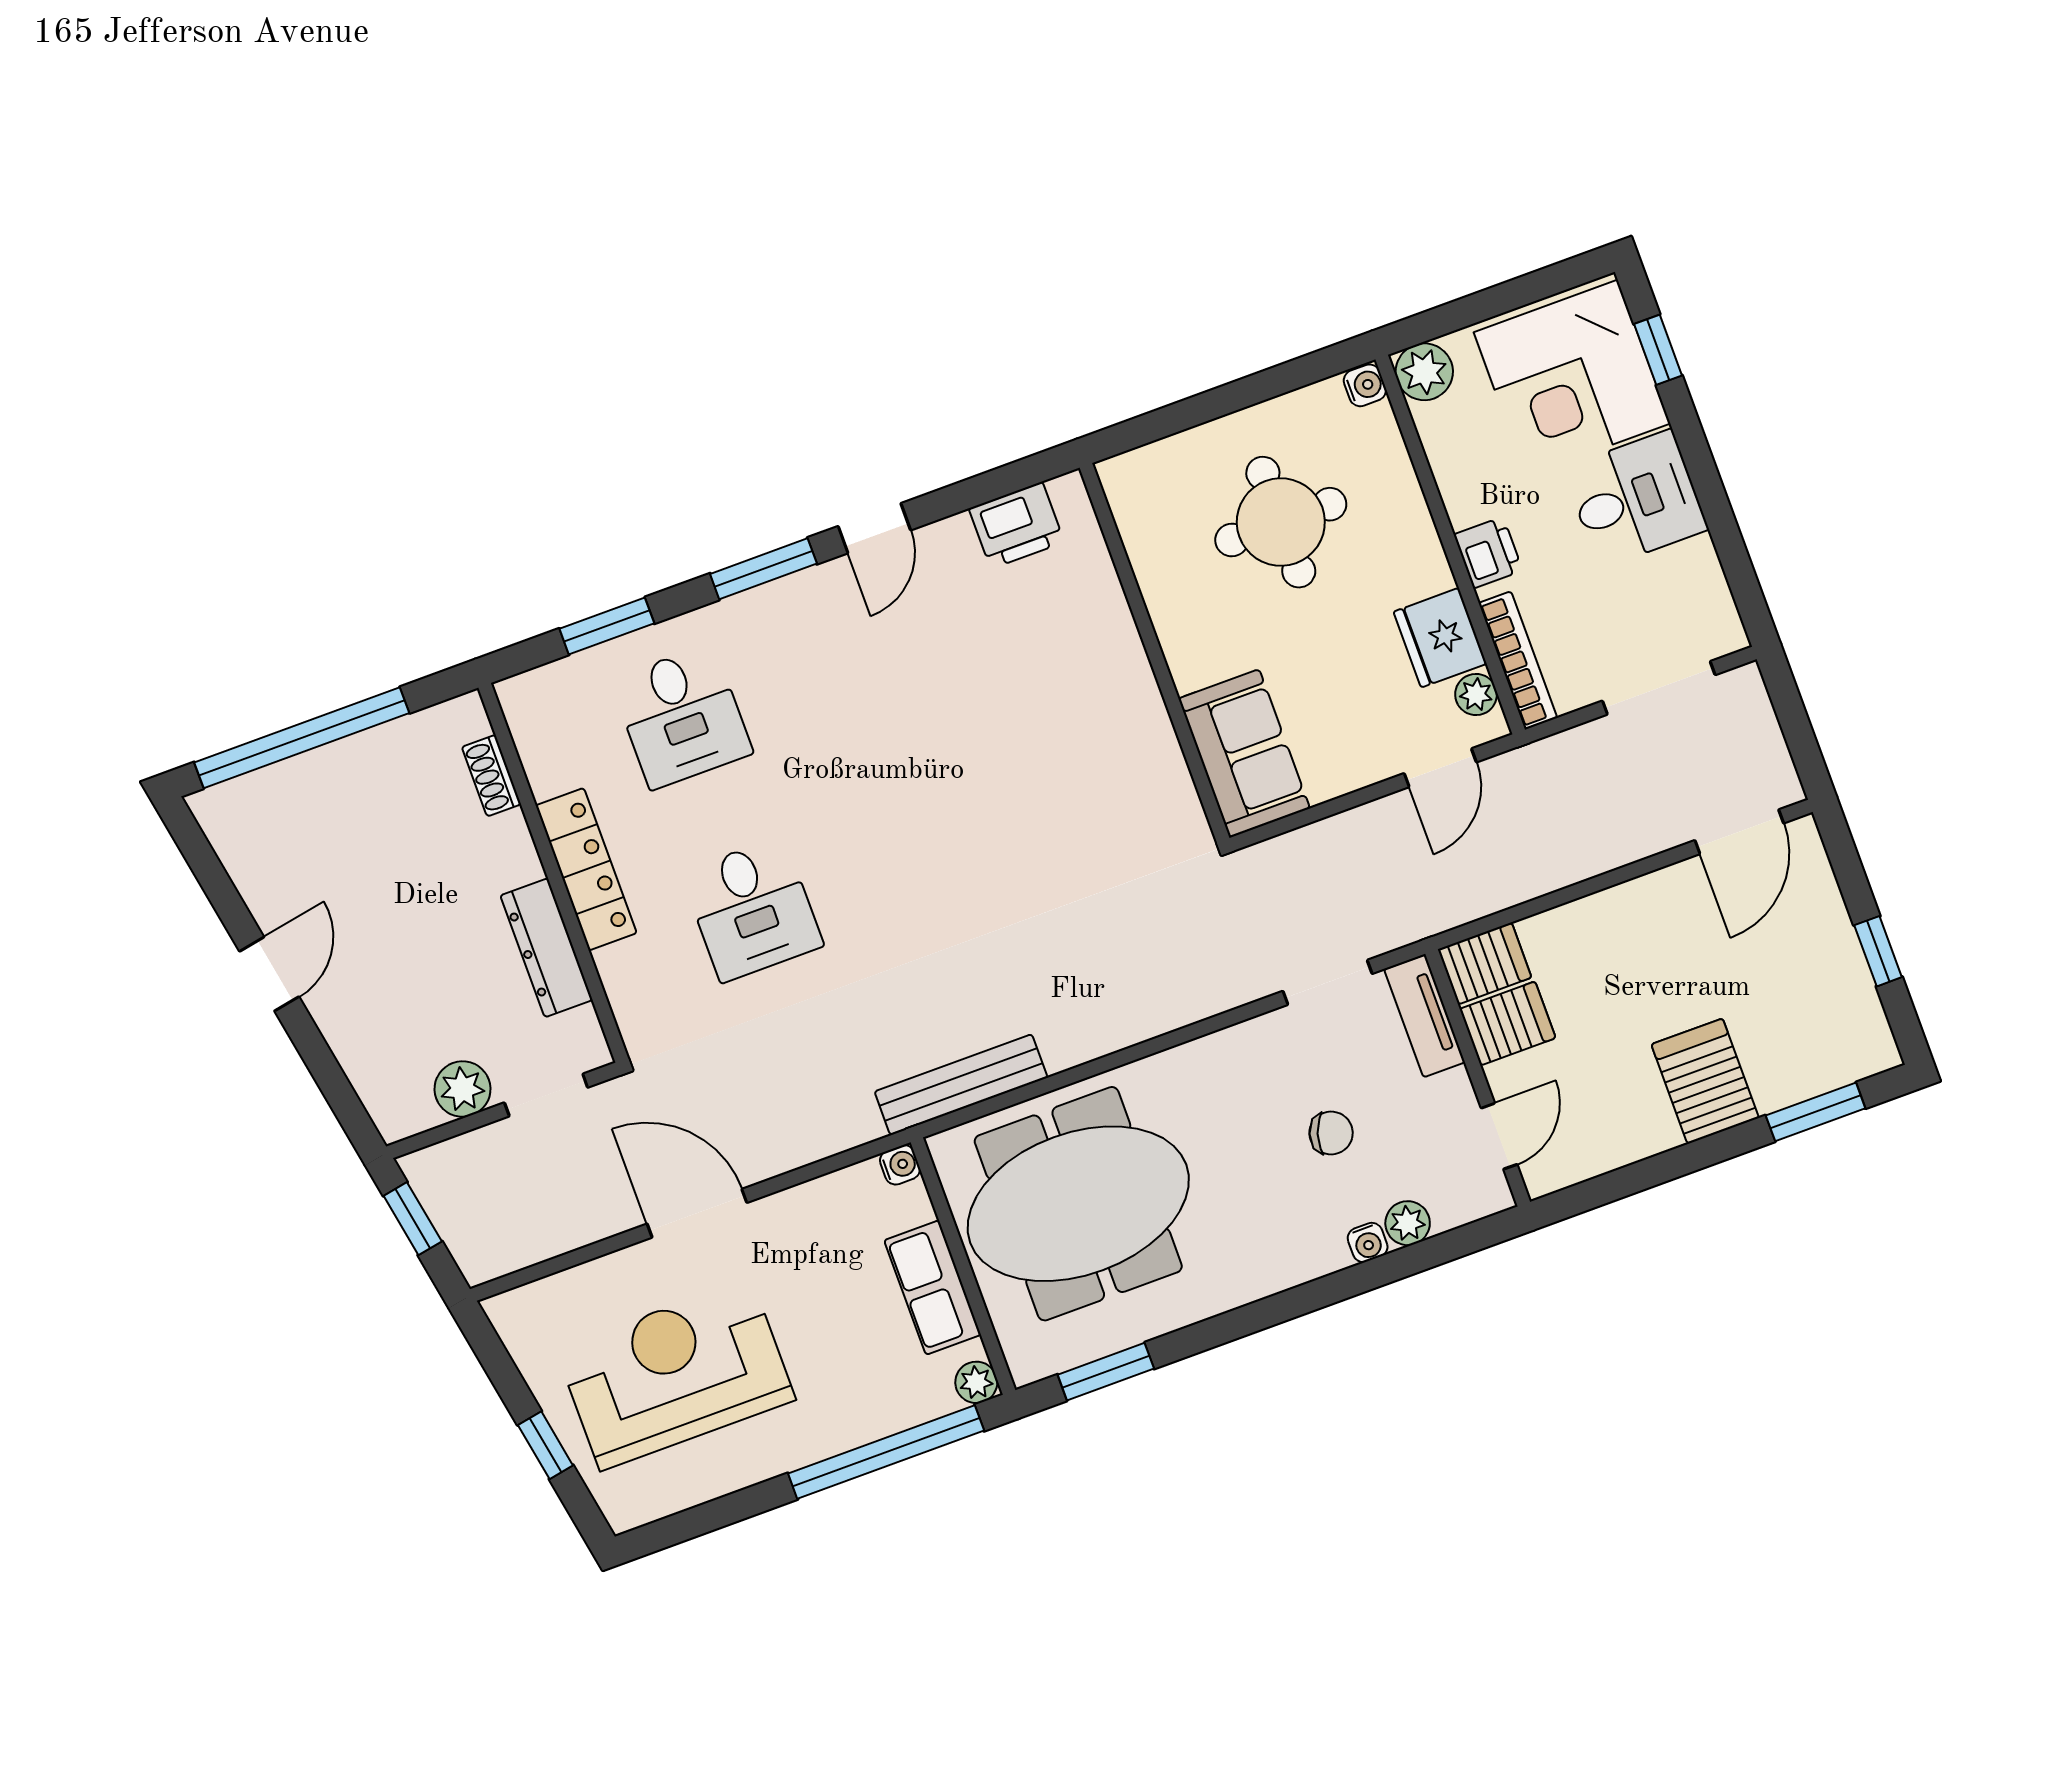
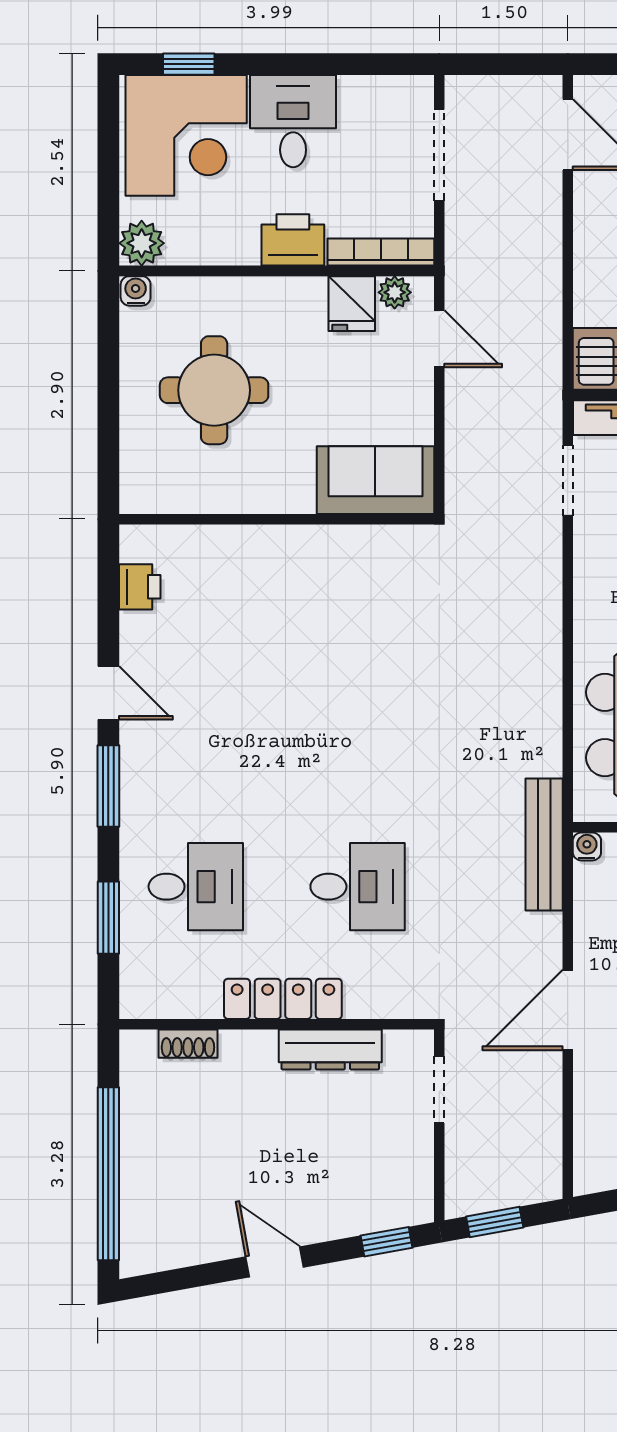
printer: (1017, 525) -> (140, 587), width x0.73, depth x0.81
printer: (1488, 553) -> (293, 240), width x1.36, depth x1.24
fridge: (1440, 638) -> (352, 304), width x0.72
bench: (961, 1085) -> (544, 844), moved
plant: (462, 1089) -> (412, 1150), removed
window: (342, 1098) -> (387, 1242), added

